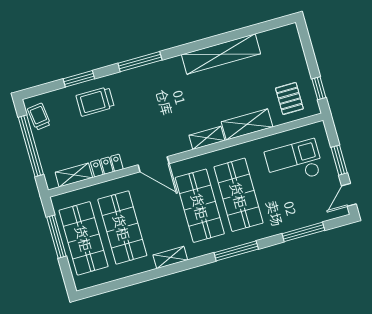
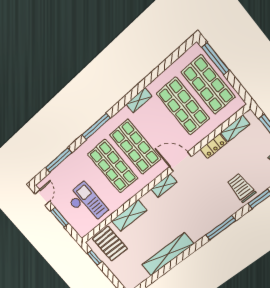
pallet: (289, 98) -> (110, 244), width x1.50, depth x1.42
trolley: (95, 101) -> (241, 188), turned -90
shelving: (207, 138) -> (164, 186), moved
checkout: (294, 163) -> (87, 204), turned -90
window: (56, 237) -> (215, 59), moved

